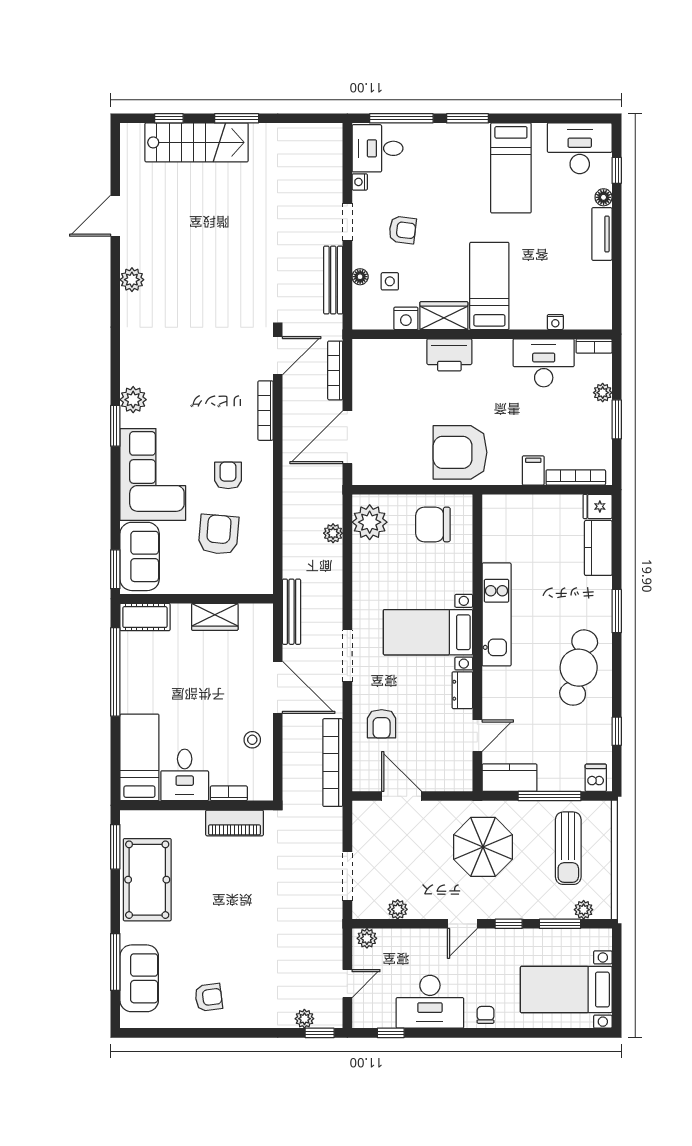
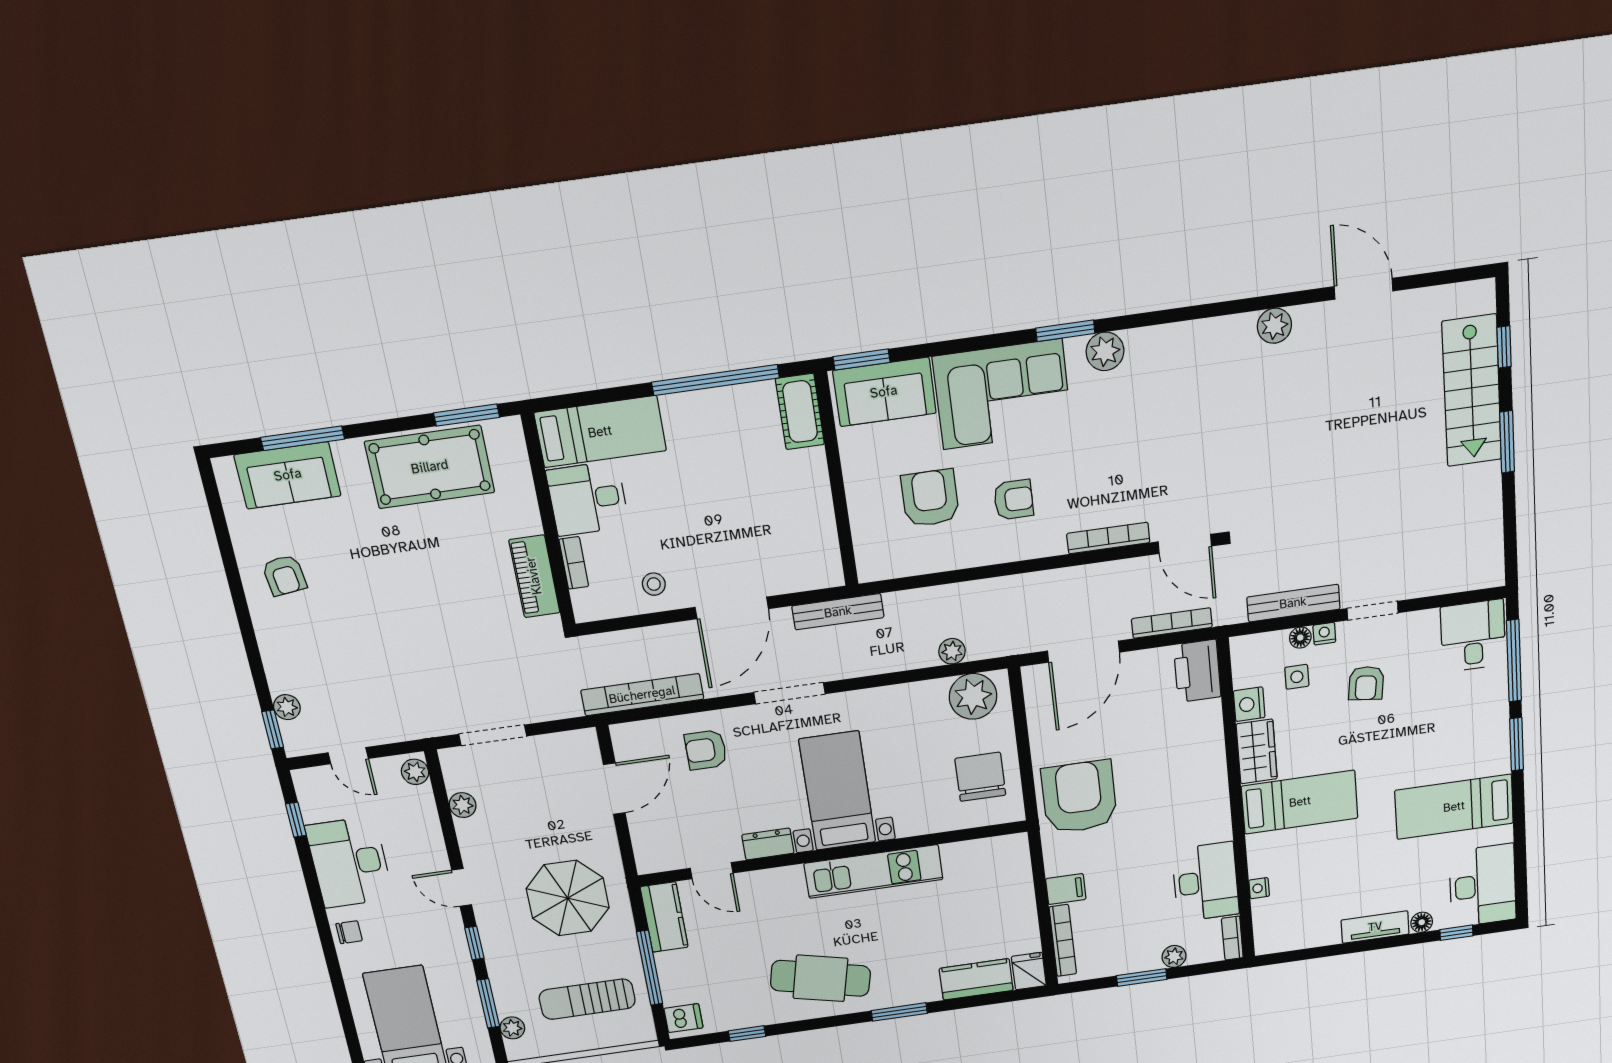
nightstand: (360, 182) -> (1324, 634), moved
printer: (449, 355) -> (1197, 671), moved
door: (347, 437) -> (1083, 652), swing flipped
armchair: (219, 535) -> (930, 498), turned -95
wardrobe: (215, 617) -> (815, 509), removed

